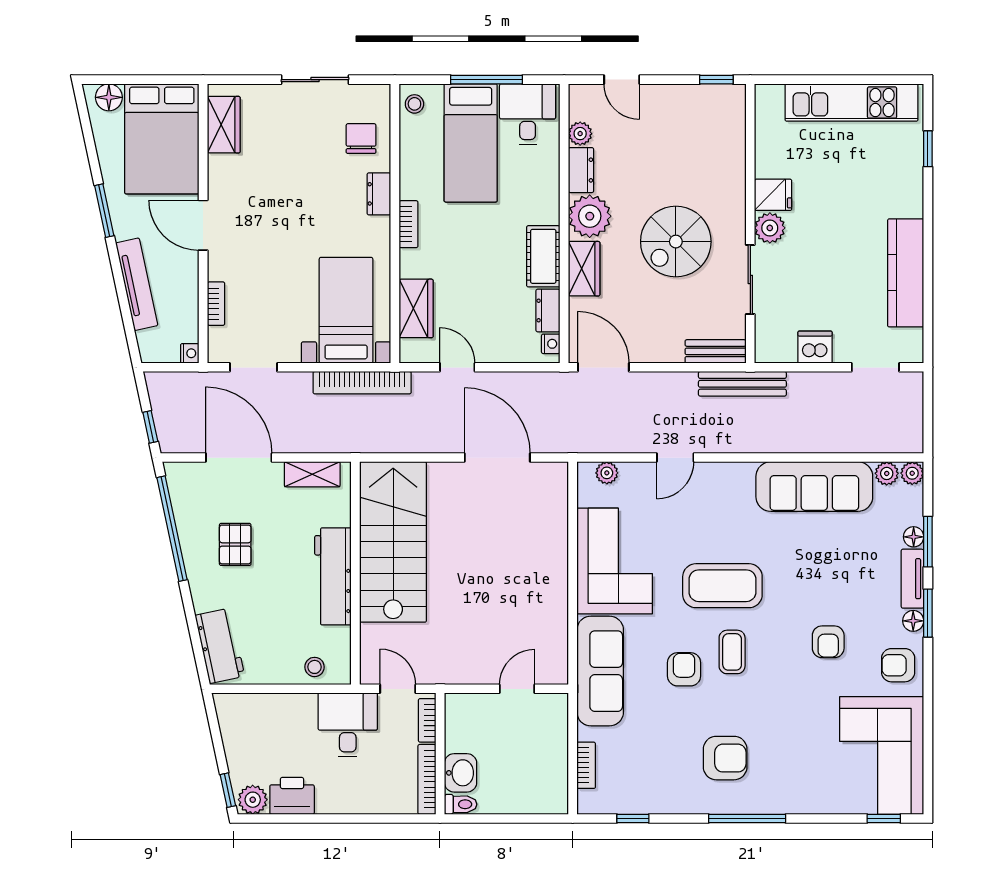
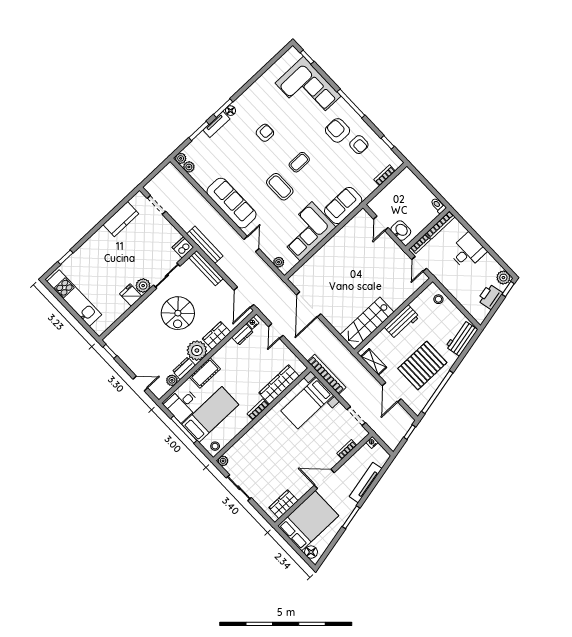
door: (622, 80) -> (140, 384), hinge flipped
plant: (380, 95) -> (223, 461), added
chair: (361, 139) -> (244, 453), removed
dresser: (379, 194) -> (257, 429), removed
door: (203, 225) -> (324, 479), swing flipped
spiral stairs: (676, 242) -> (178, 313), turned 90
cot: (543, 256) -> (205, 373), moved
kitchen counter: (906, 273) -> (121, 219), width x0.67
wardrobe: (416, 308) -> (279, 385), width x1.50
dishwasher: (815, 347) -> (183, 247), moved, turned 90
bench: (716, 351) -> (206, 268), width x1.36
door: (457, 367) -> (276, 331), moved
door: (239, 458) -> (392, 392), width x0.73
door: (675, 458) -> (251, 244), hinge flipped
sofa: (814, 487) -> (231, 203), moved
floor lamp: (914, 537) -> (202, 138), removed
stairs: (393, 542) -> (367, 323), width x0.73, depth x0.66
pallet: (235, 544) -> (422, 365), width x2.05, depth x2.00
workbench: (333, 576) -> (402, 322), width x0.73
coffee table: (722, 586) -> (280, 187), width x0.73, depth x0.76
armchair: (898, 665) -> (250, 101), removed
armchair: (684, 669) -> (359, 145), moved, turned -90
sofa: (600, 671) -> (343, 206), width x0.73
door: (517, 689) -> (381, 223), hinge flipped
desk: (348, 725) -> (467, 251), moved, turned 180
corner sofa: (882, 755) -> (308, 90), moved, turned 90
washbasin: (461, 773) -> (401, 231), moved, turned 90
printer: (292, 796) -> (490, 297), moved, turned 78

